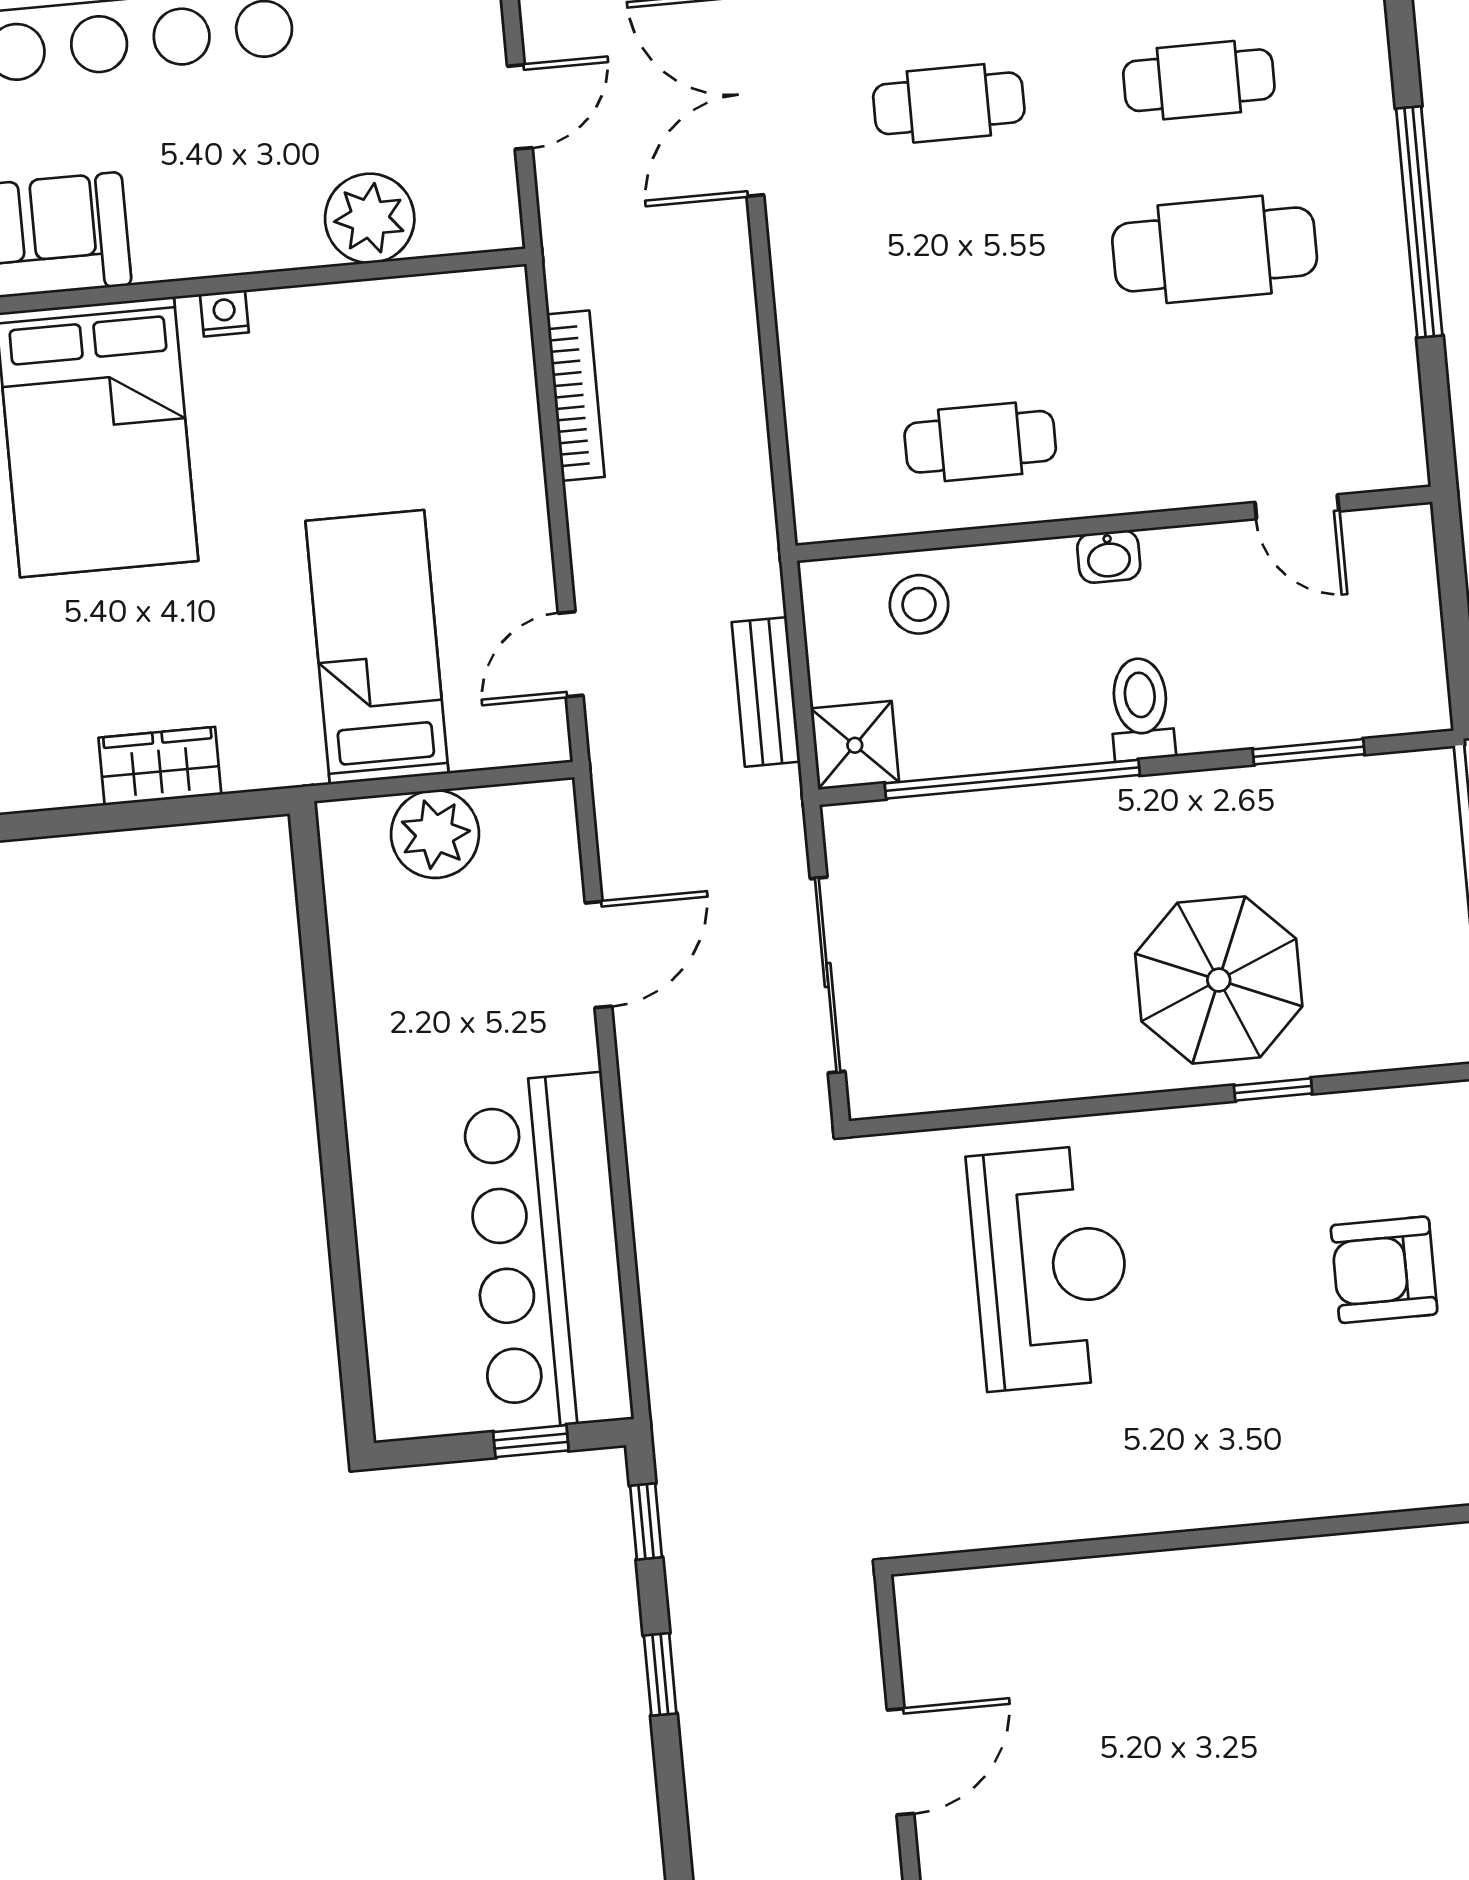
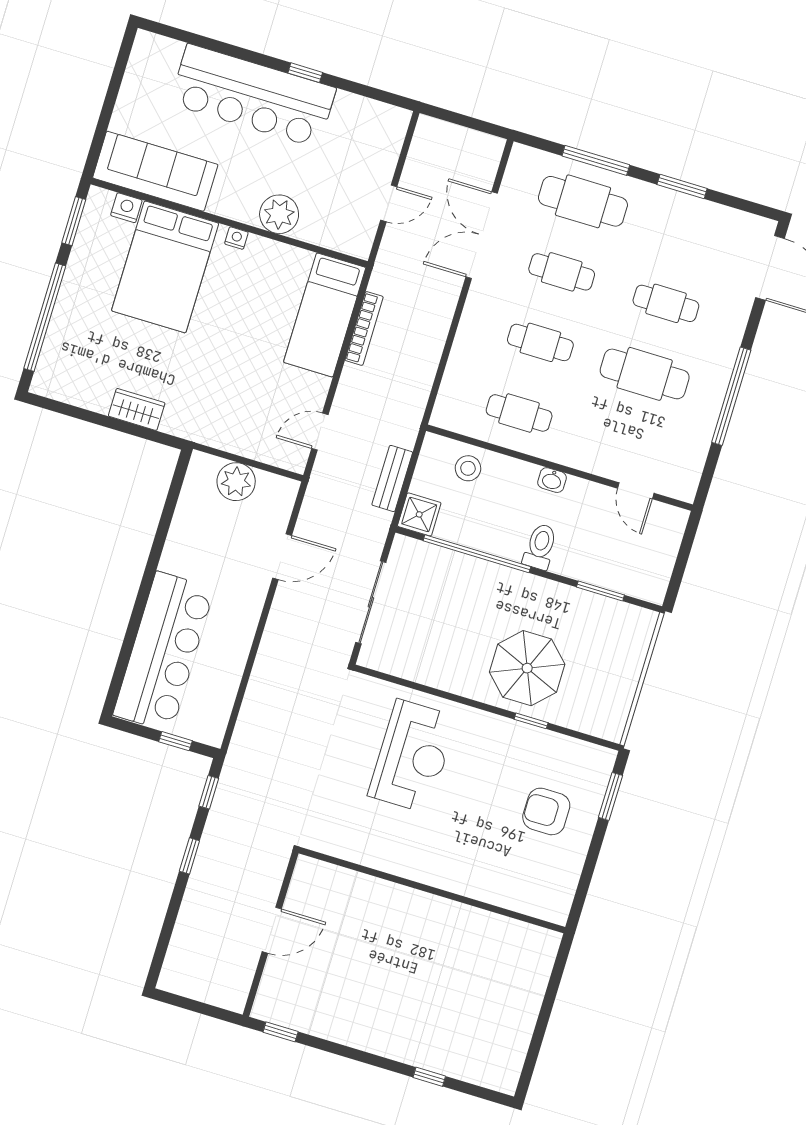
plant: (370, 218) -> (279, 214), moved
cafe table: (964, 273) -> (540, 342), added
bed: (377, 647) -> (325, 315), moved, turned 180
bar counter: (547, 1252) -> (164, 652), moved, turned 180

